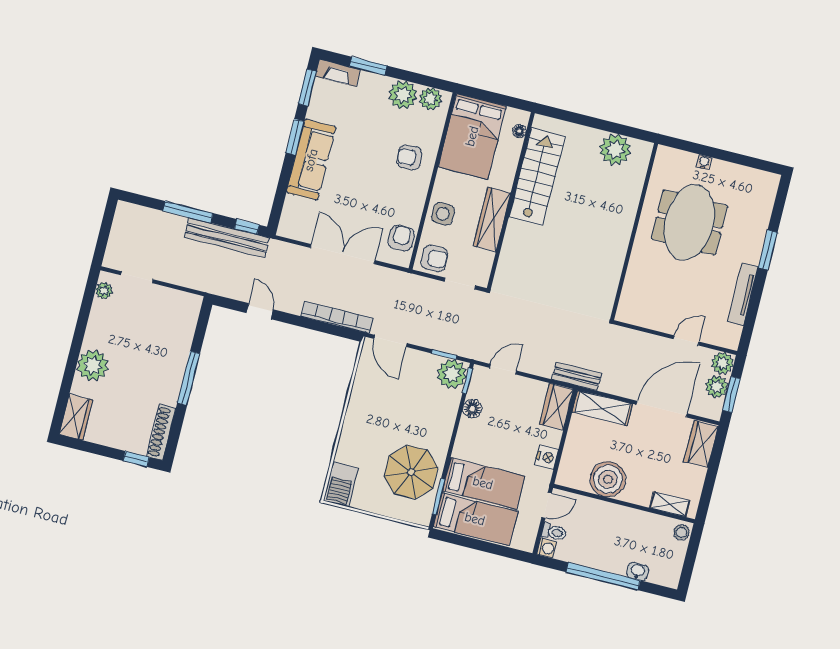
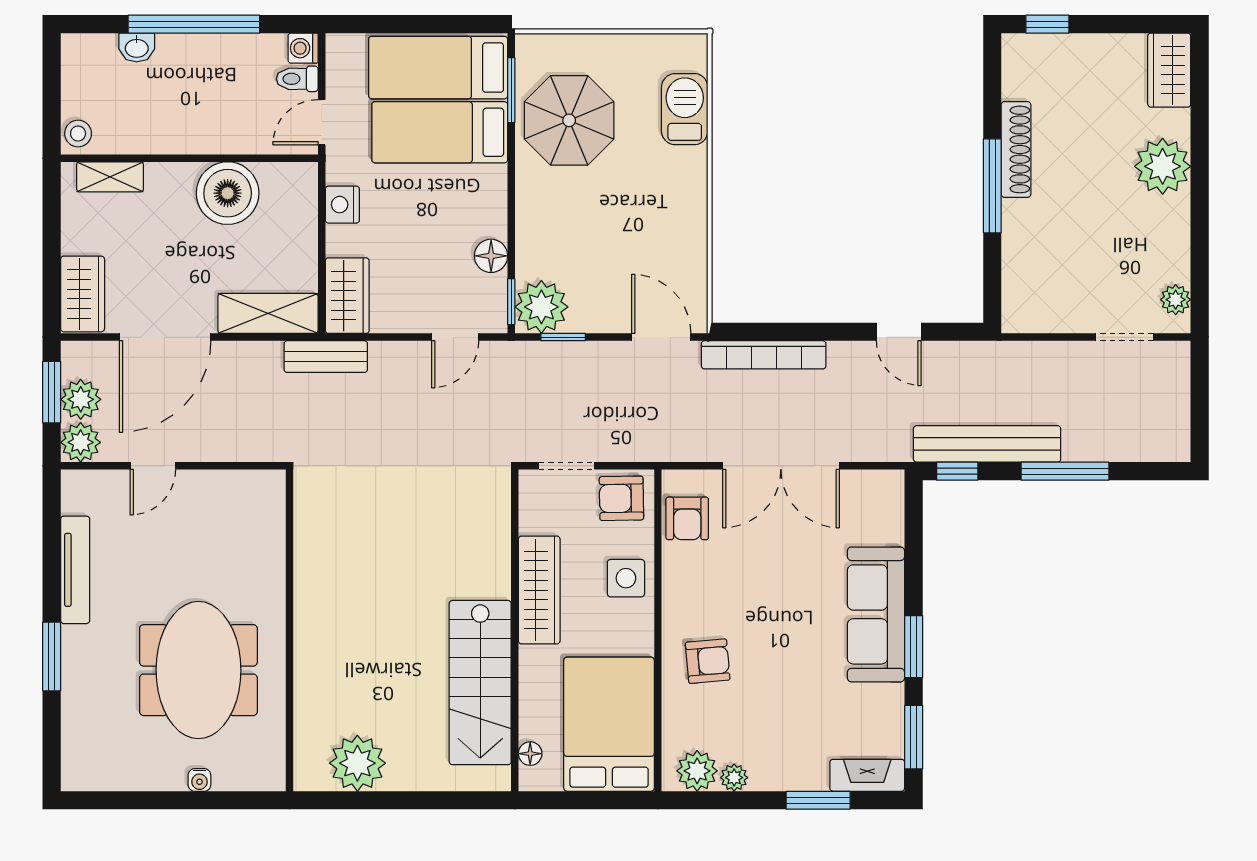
plant: (403, 95) -> (734, 778), width x0.53, depth x0.53
shoe rack: (161, 432) -> (1016, 149), moved
barbecue: (341, 485) -> (685, 109), moved

